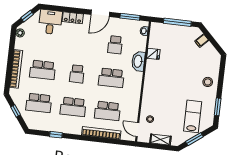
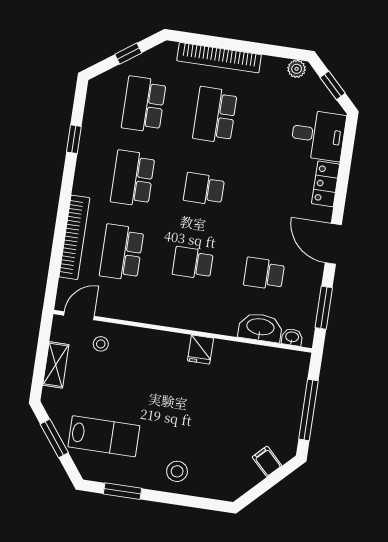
fridge: (153, 54) -> (201, 350), moved
washbasin: (138, 61) -> (260, 328), moved
school desk: (111, 78) -> (193, 263), width x0.54

